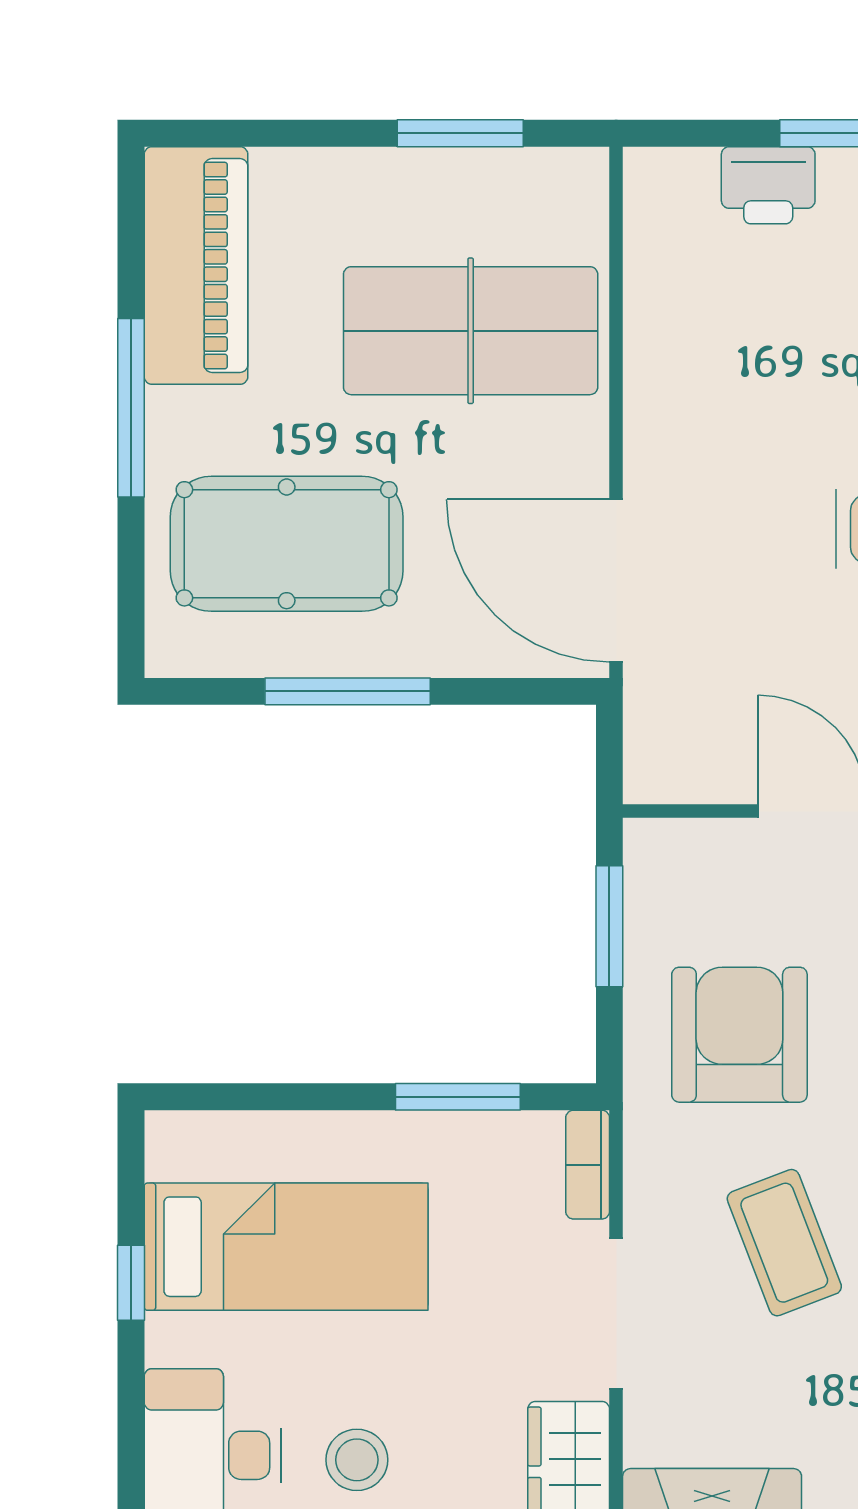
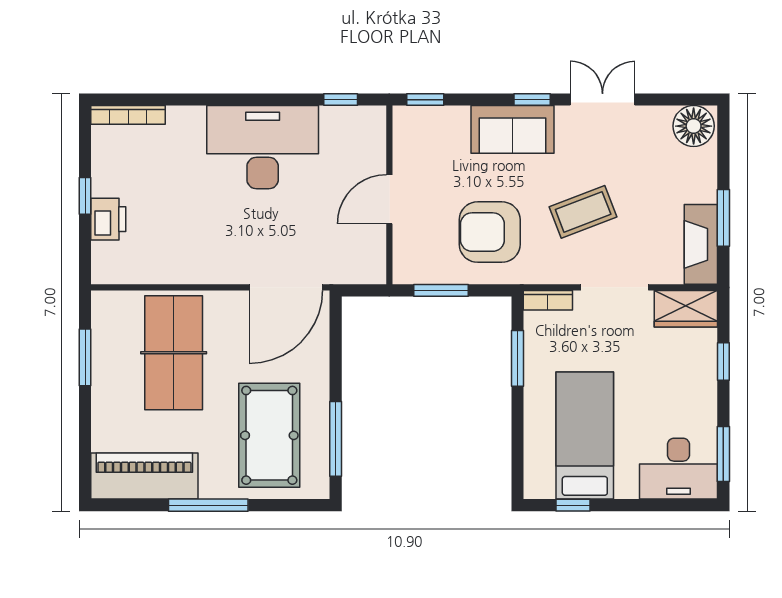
window: (348, 691) -> (336, 439), moved
window: (131, 1283) -> (573, 505), moved
stool: (357, 1460) -> (681, 404), removed

